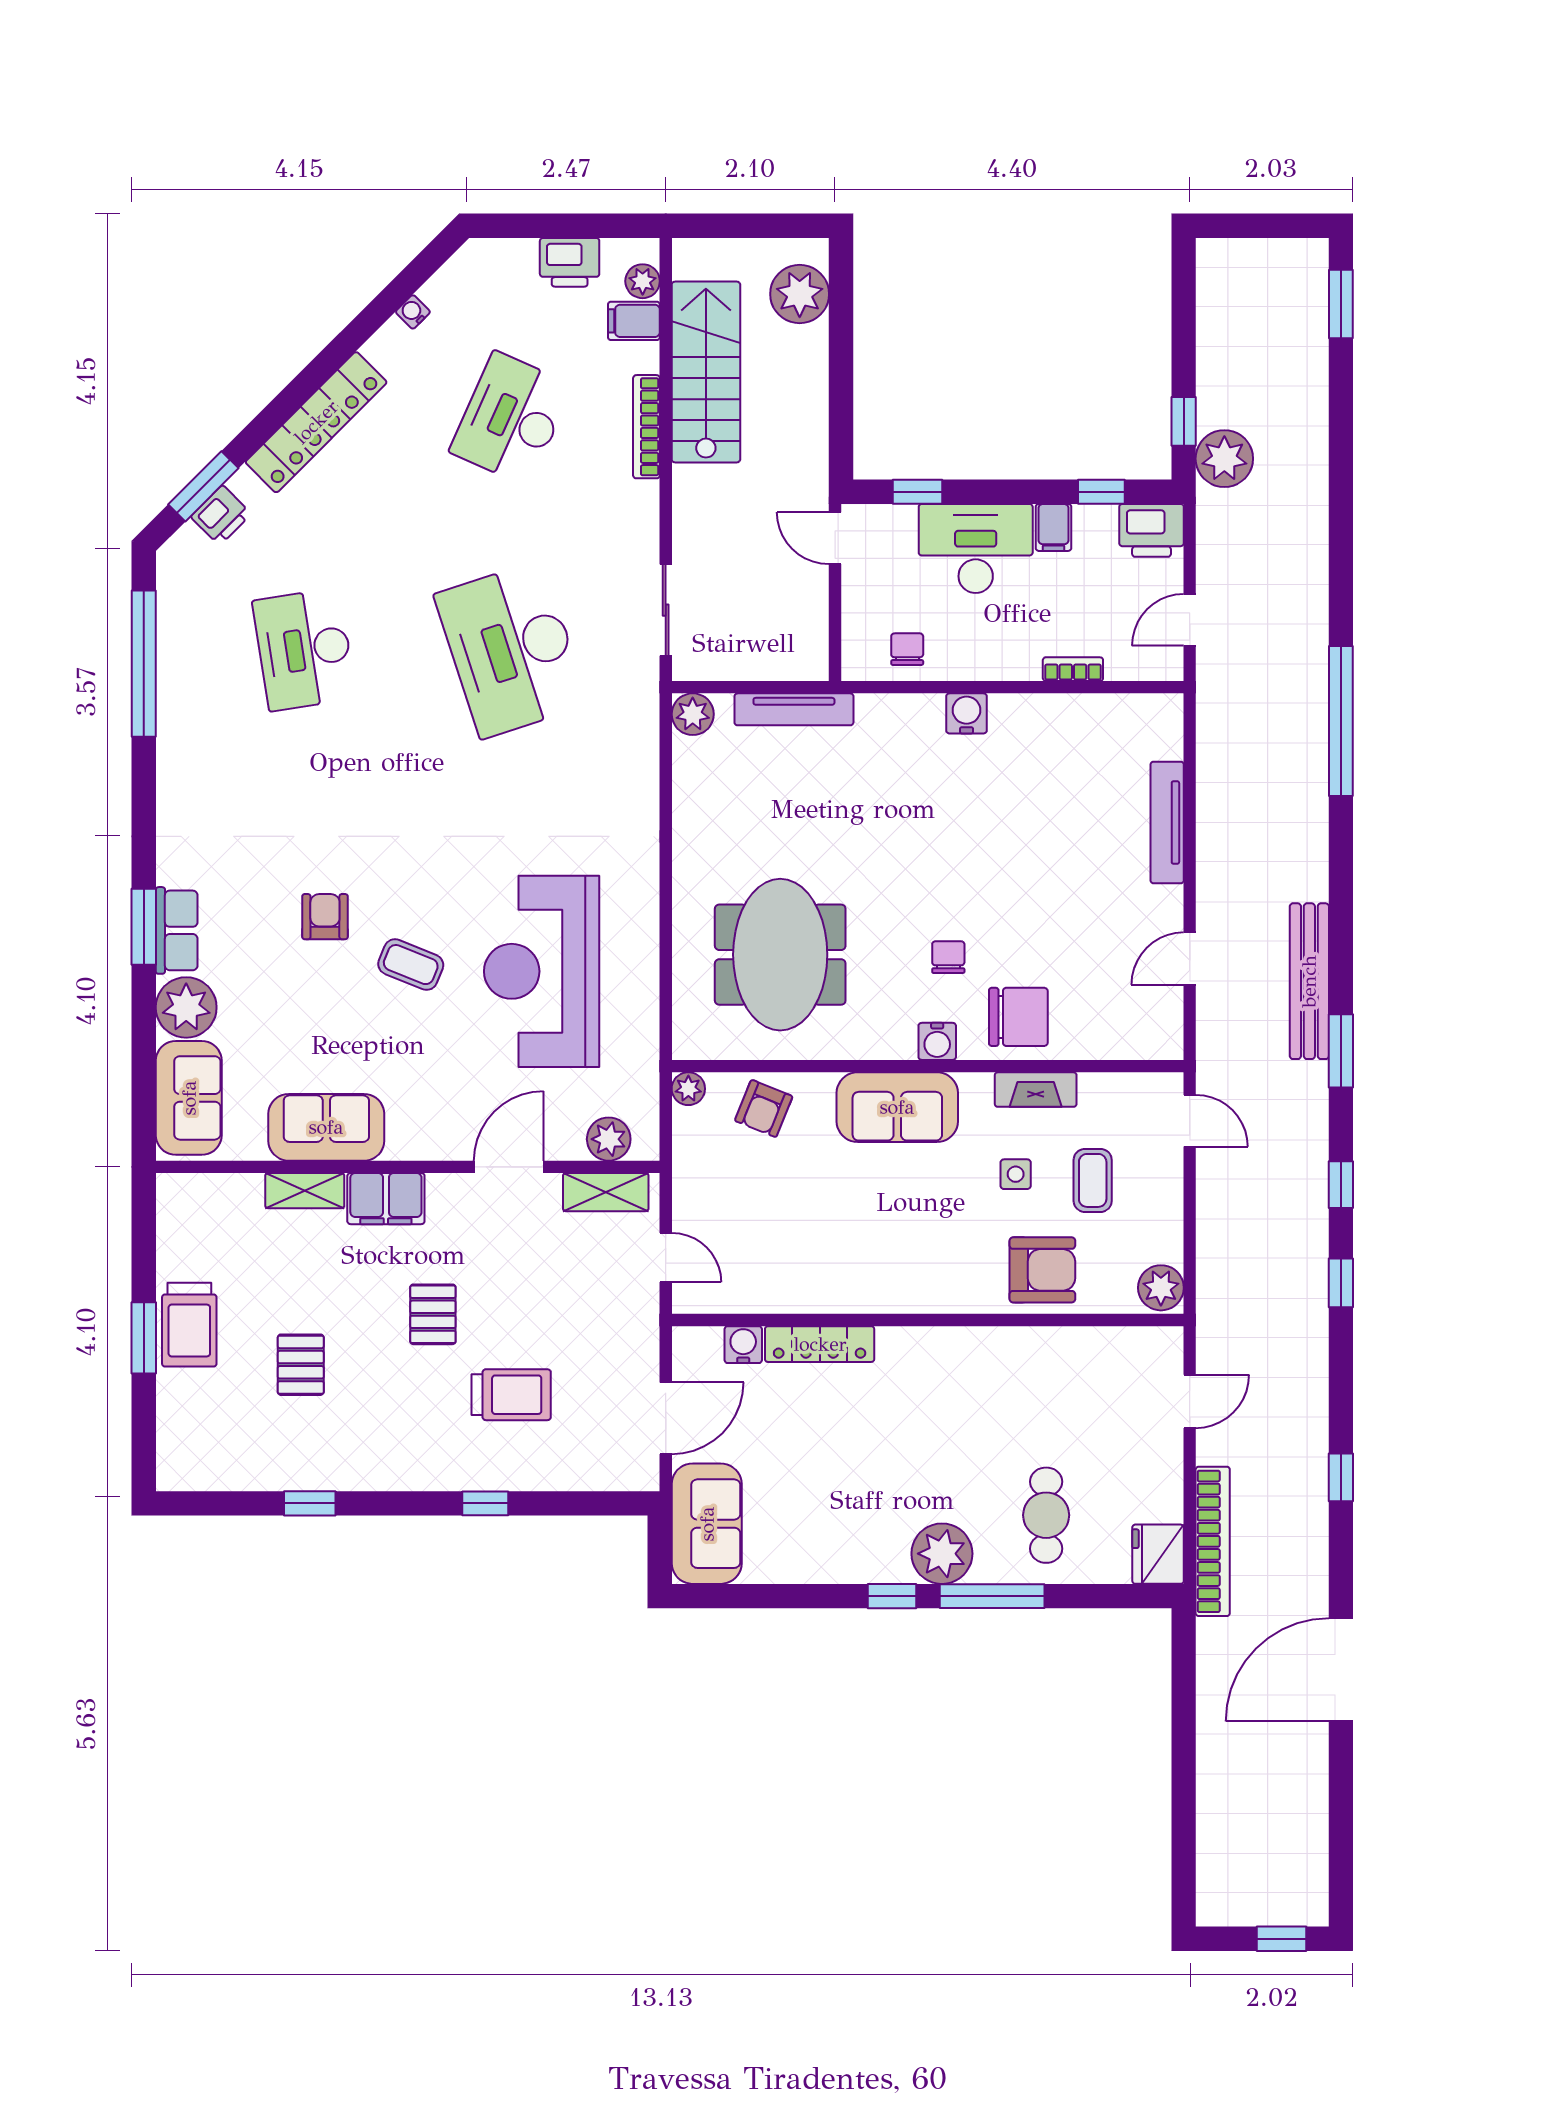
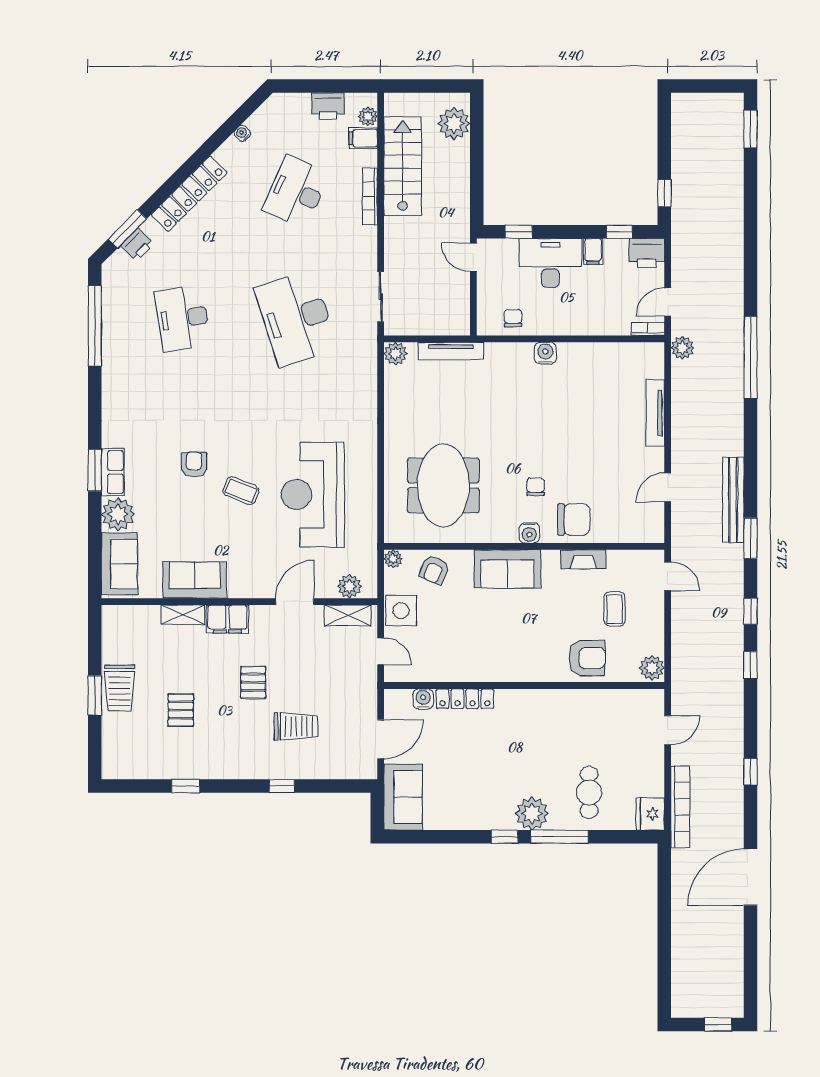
plant: (1224, 459) -> (682, 348), moved, width x0.73, depth x0.73
bookcase: (1073, 669) -> (648, 329), moved
side table: (1016, 1174) -> (401, 611), moved, width x1.87, depth x1.87

